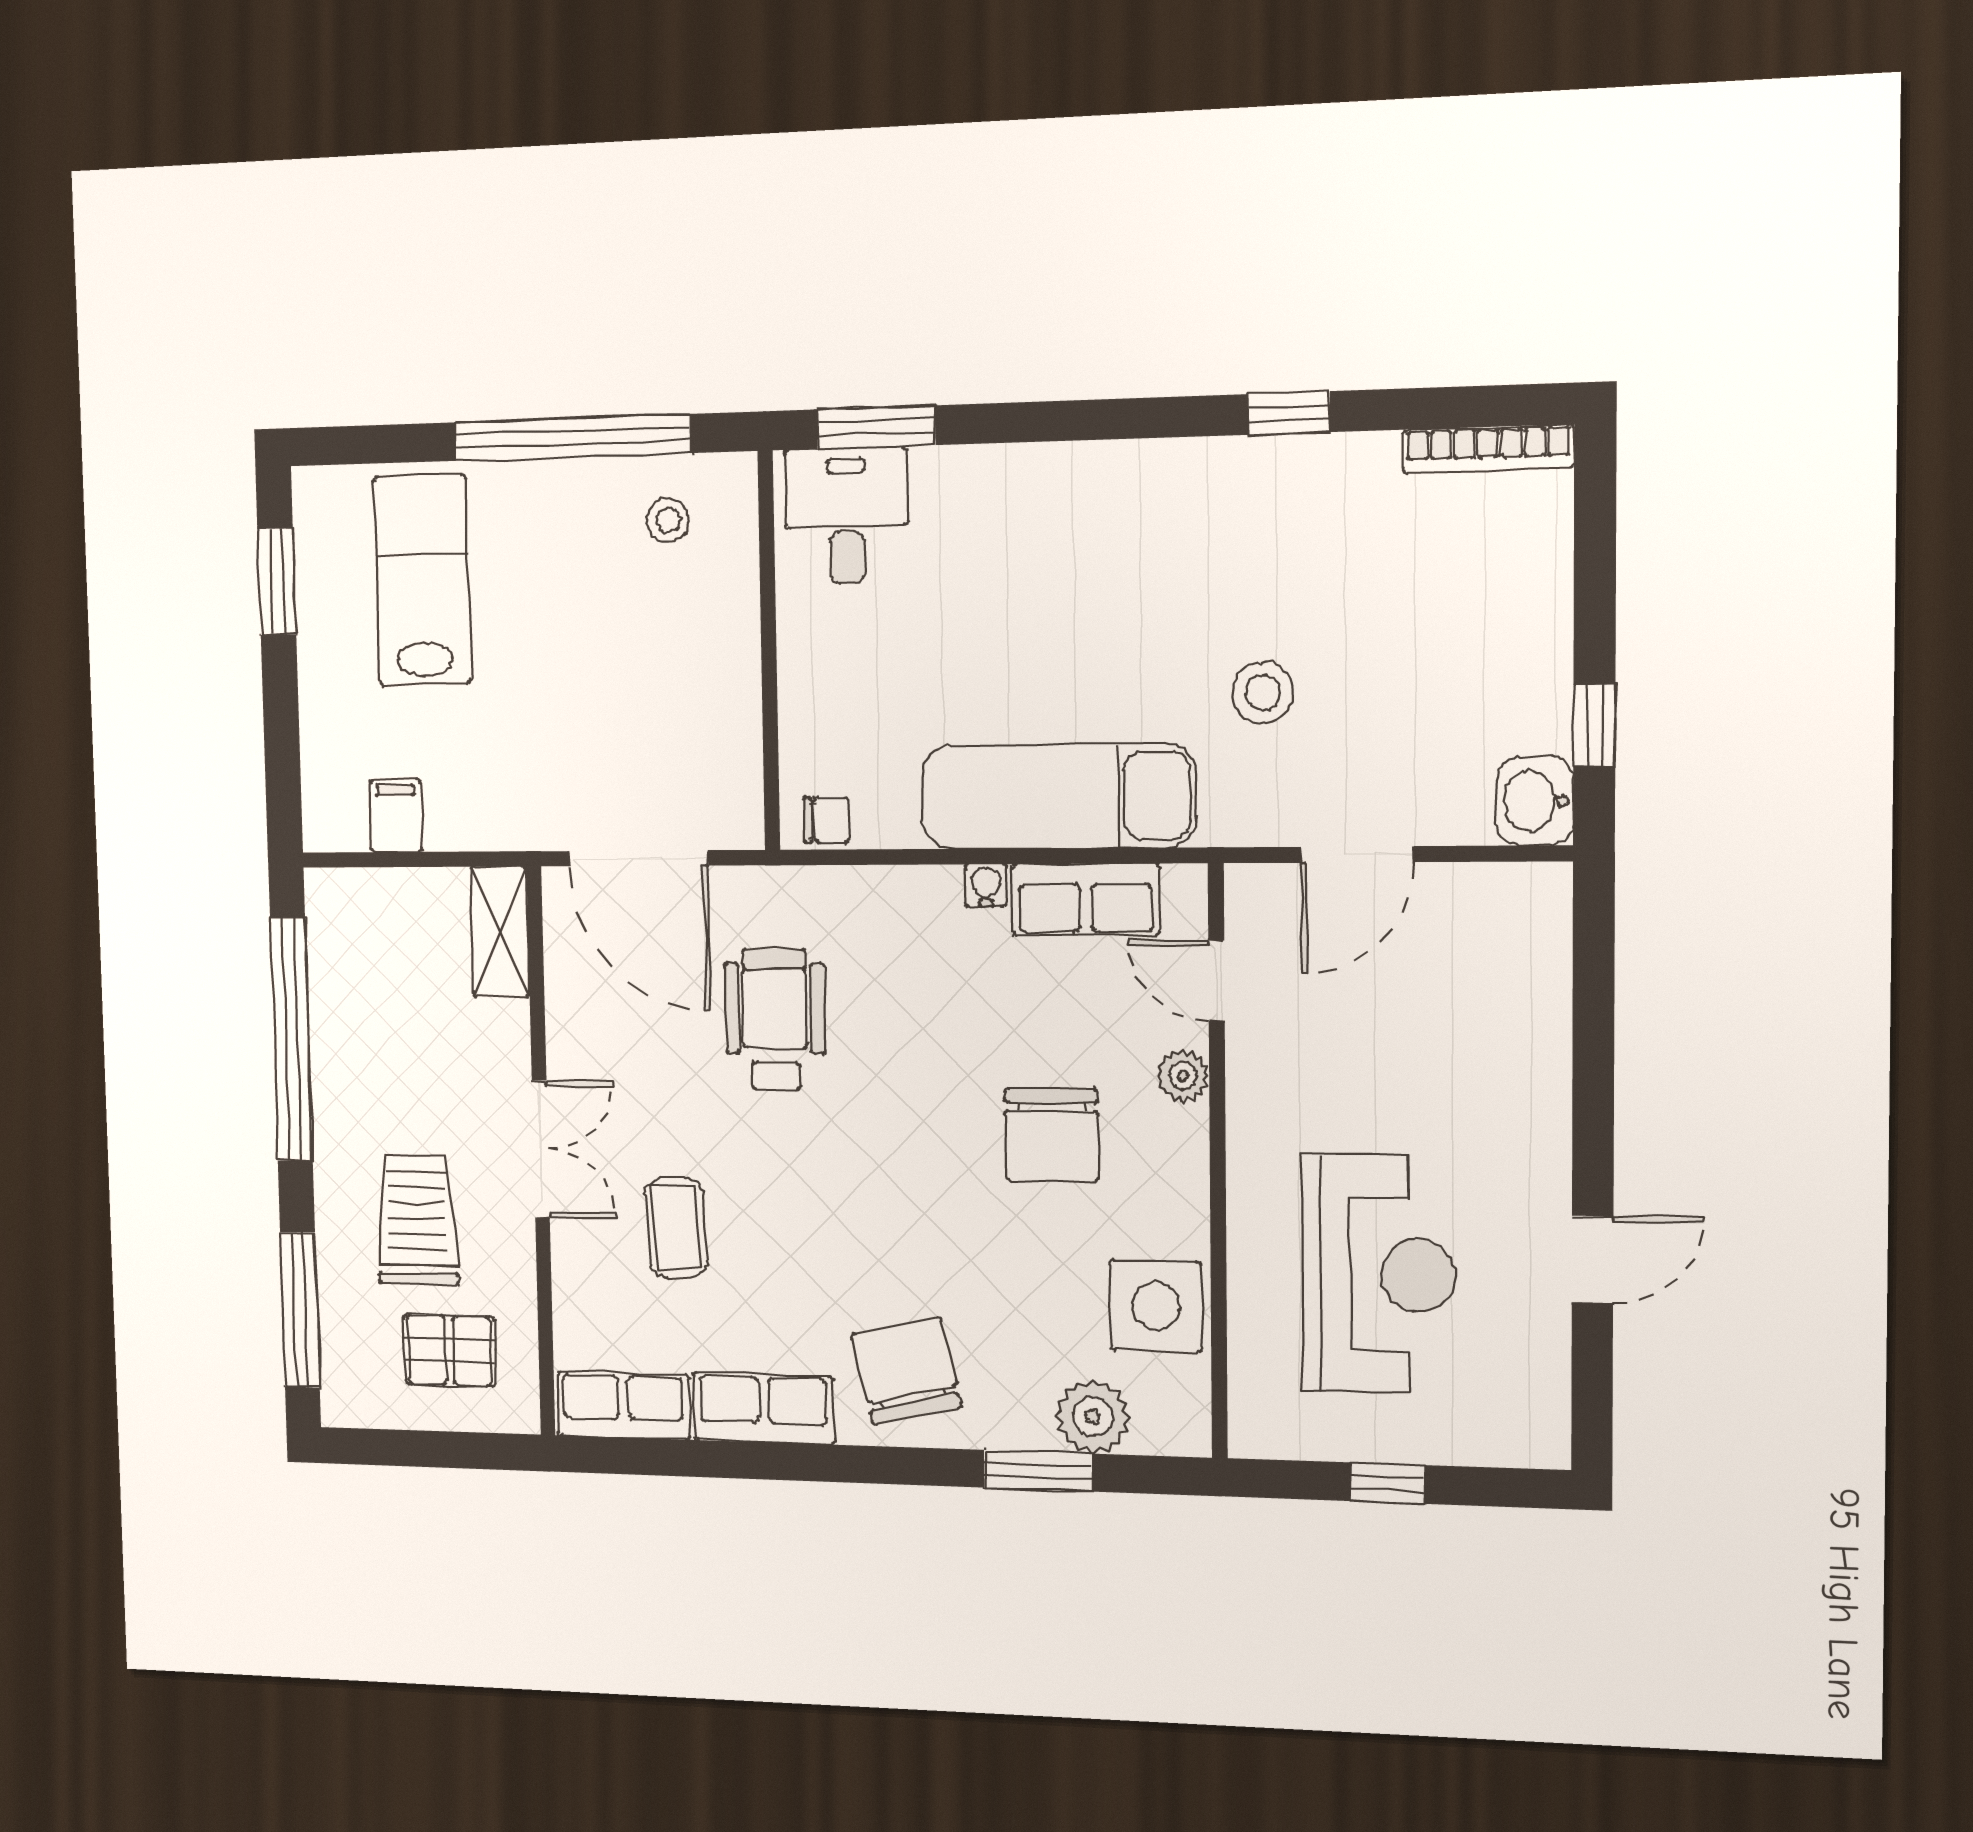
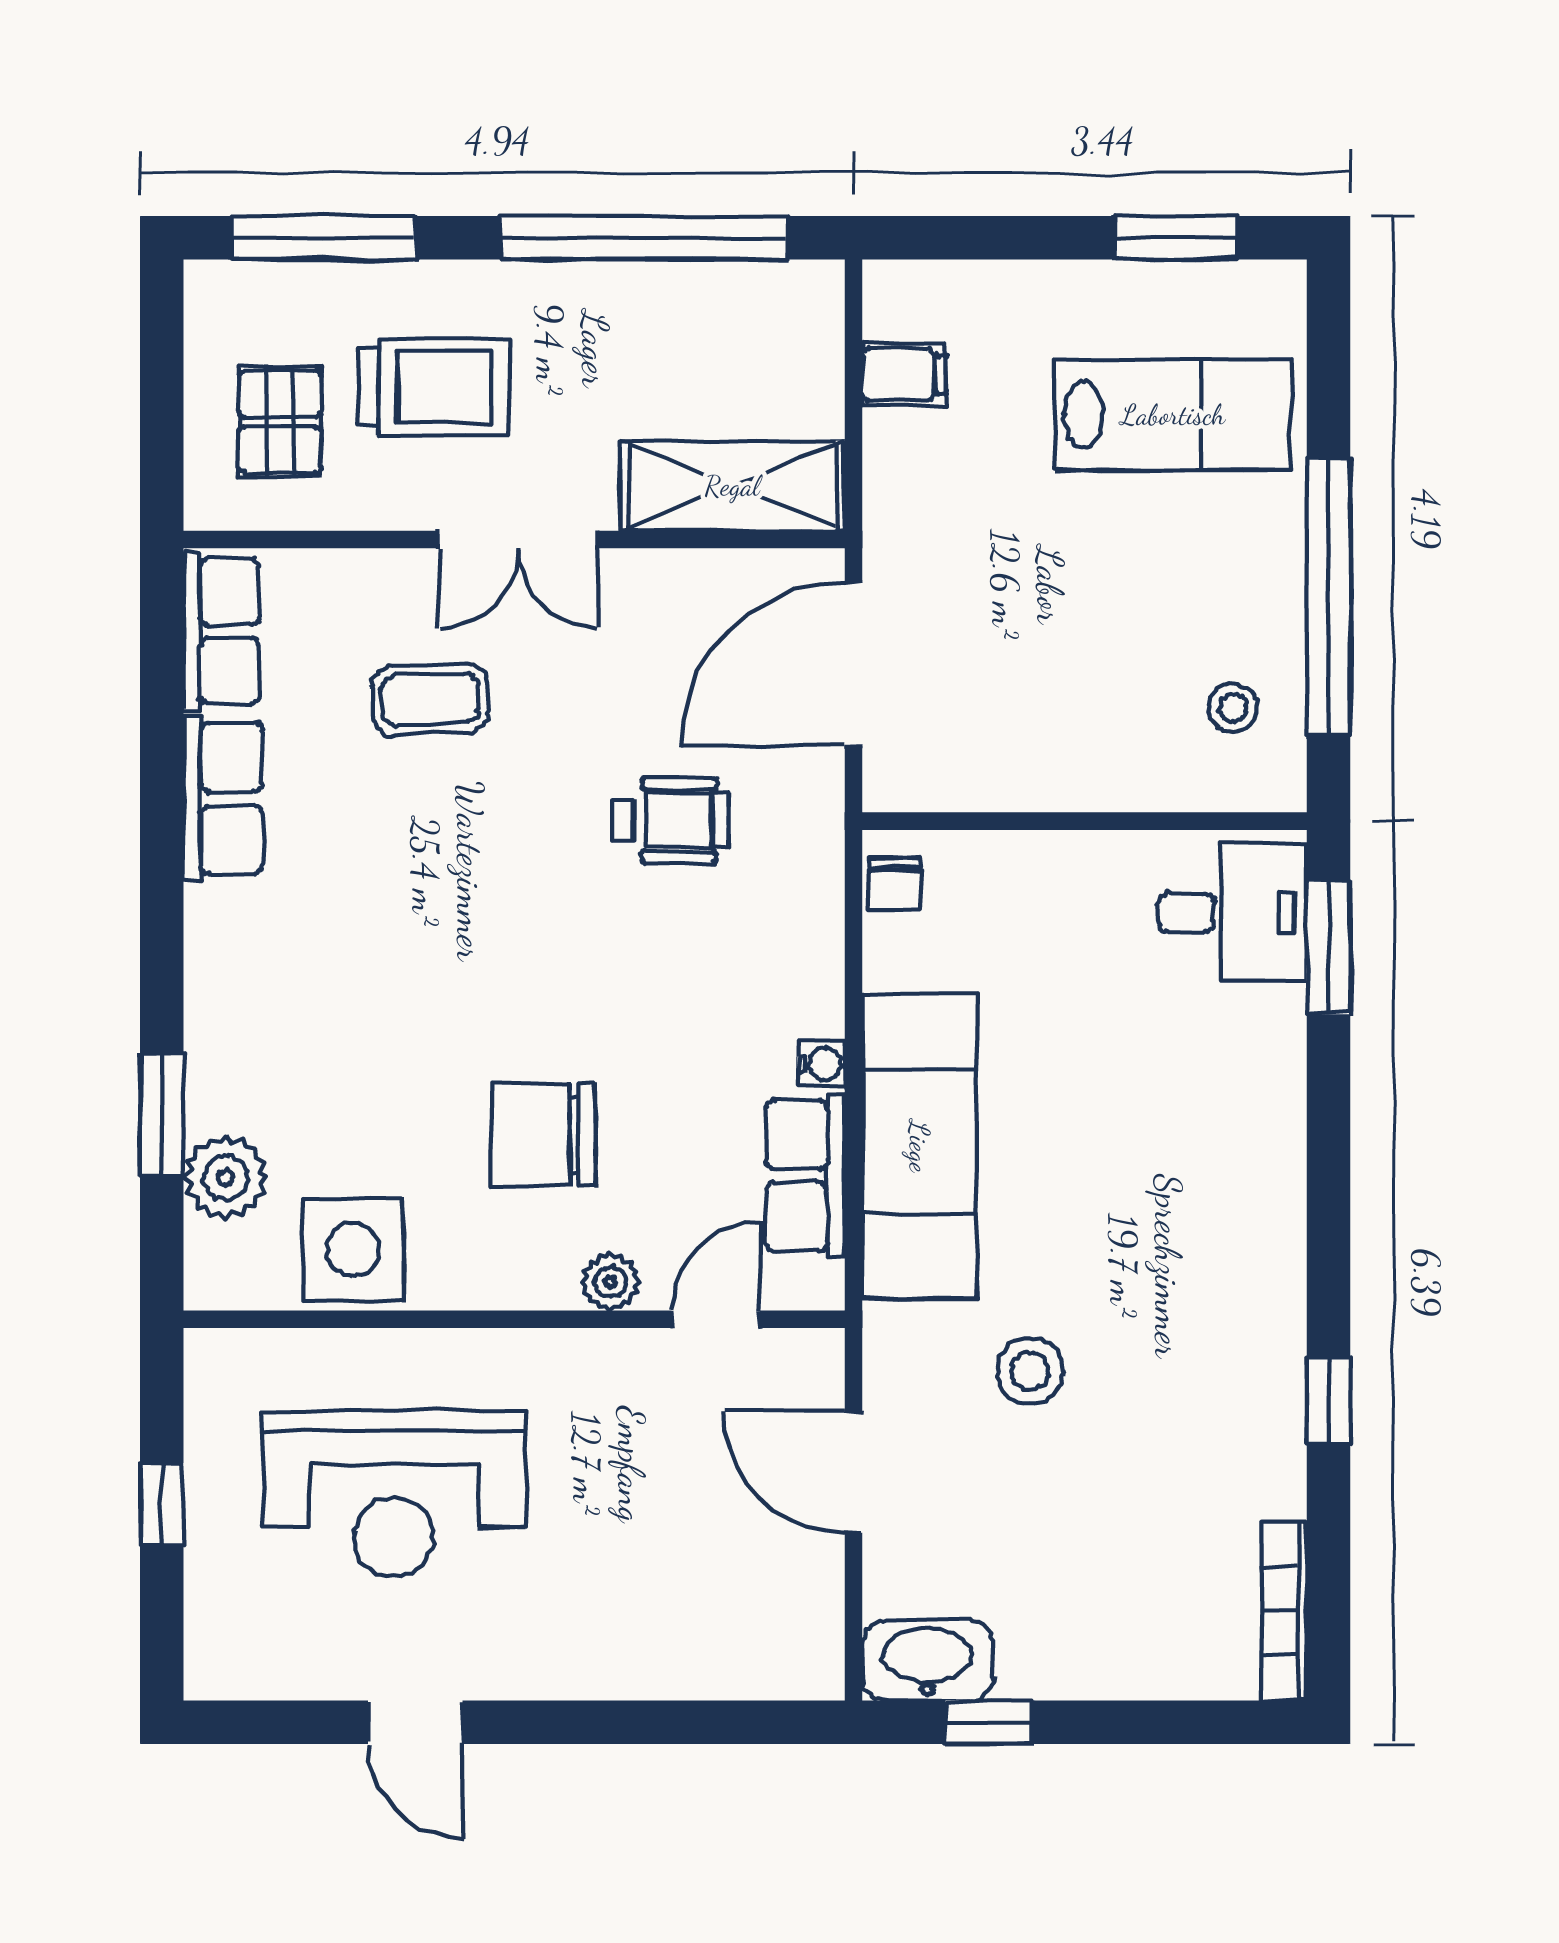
washbasin: (1535, 801) -> (928, 1660), width x1.38
shelving: (500, 932) -> (732, 486), width x1.50, depth x1.33
wheelchair: (775, 1020) -> (670, 820), width x0.73, depth x0.73
chair: (907, 1371) -> (271, 966), removed

